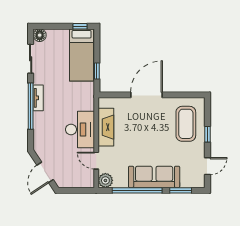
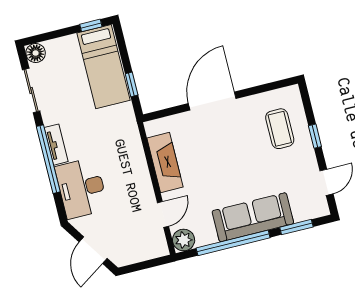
coffee table: (186, 124) -> (280, 129), width x0.73, depth x0.76
desk: (80, 129) -> (82, 188), moved, turned 180
door: (96, 161) -> (163, 214), swing flipped

